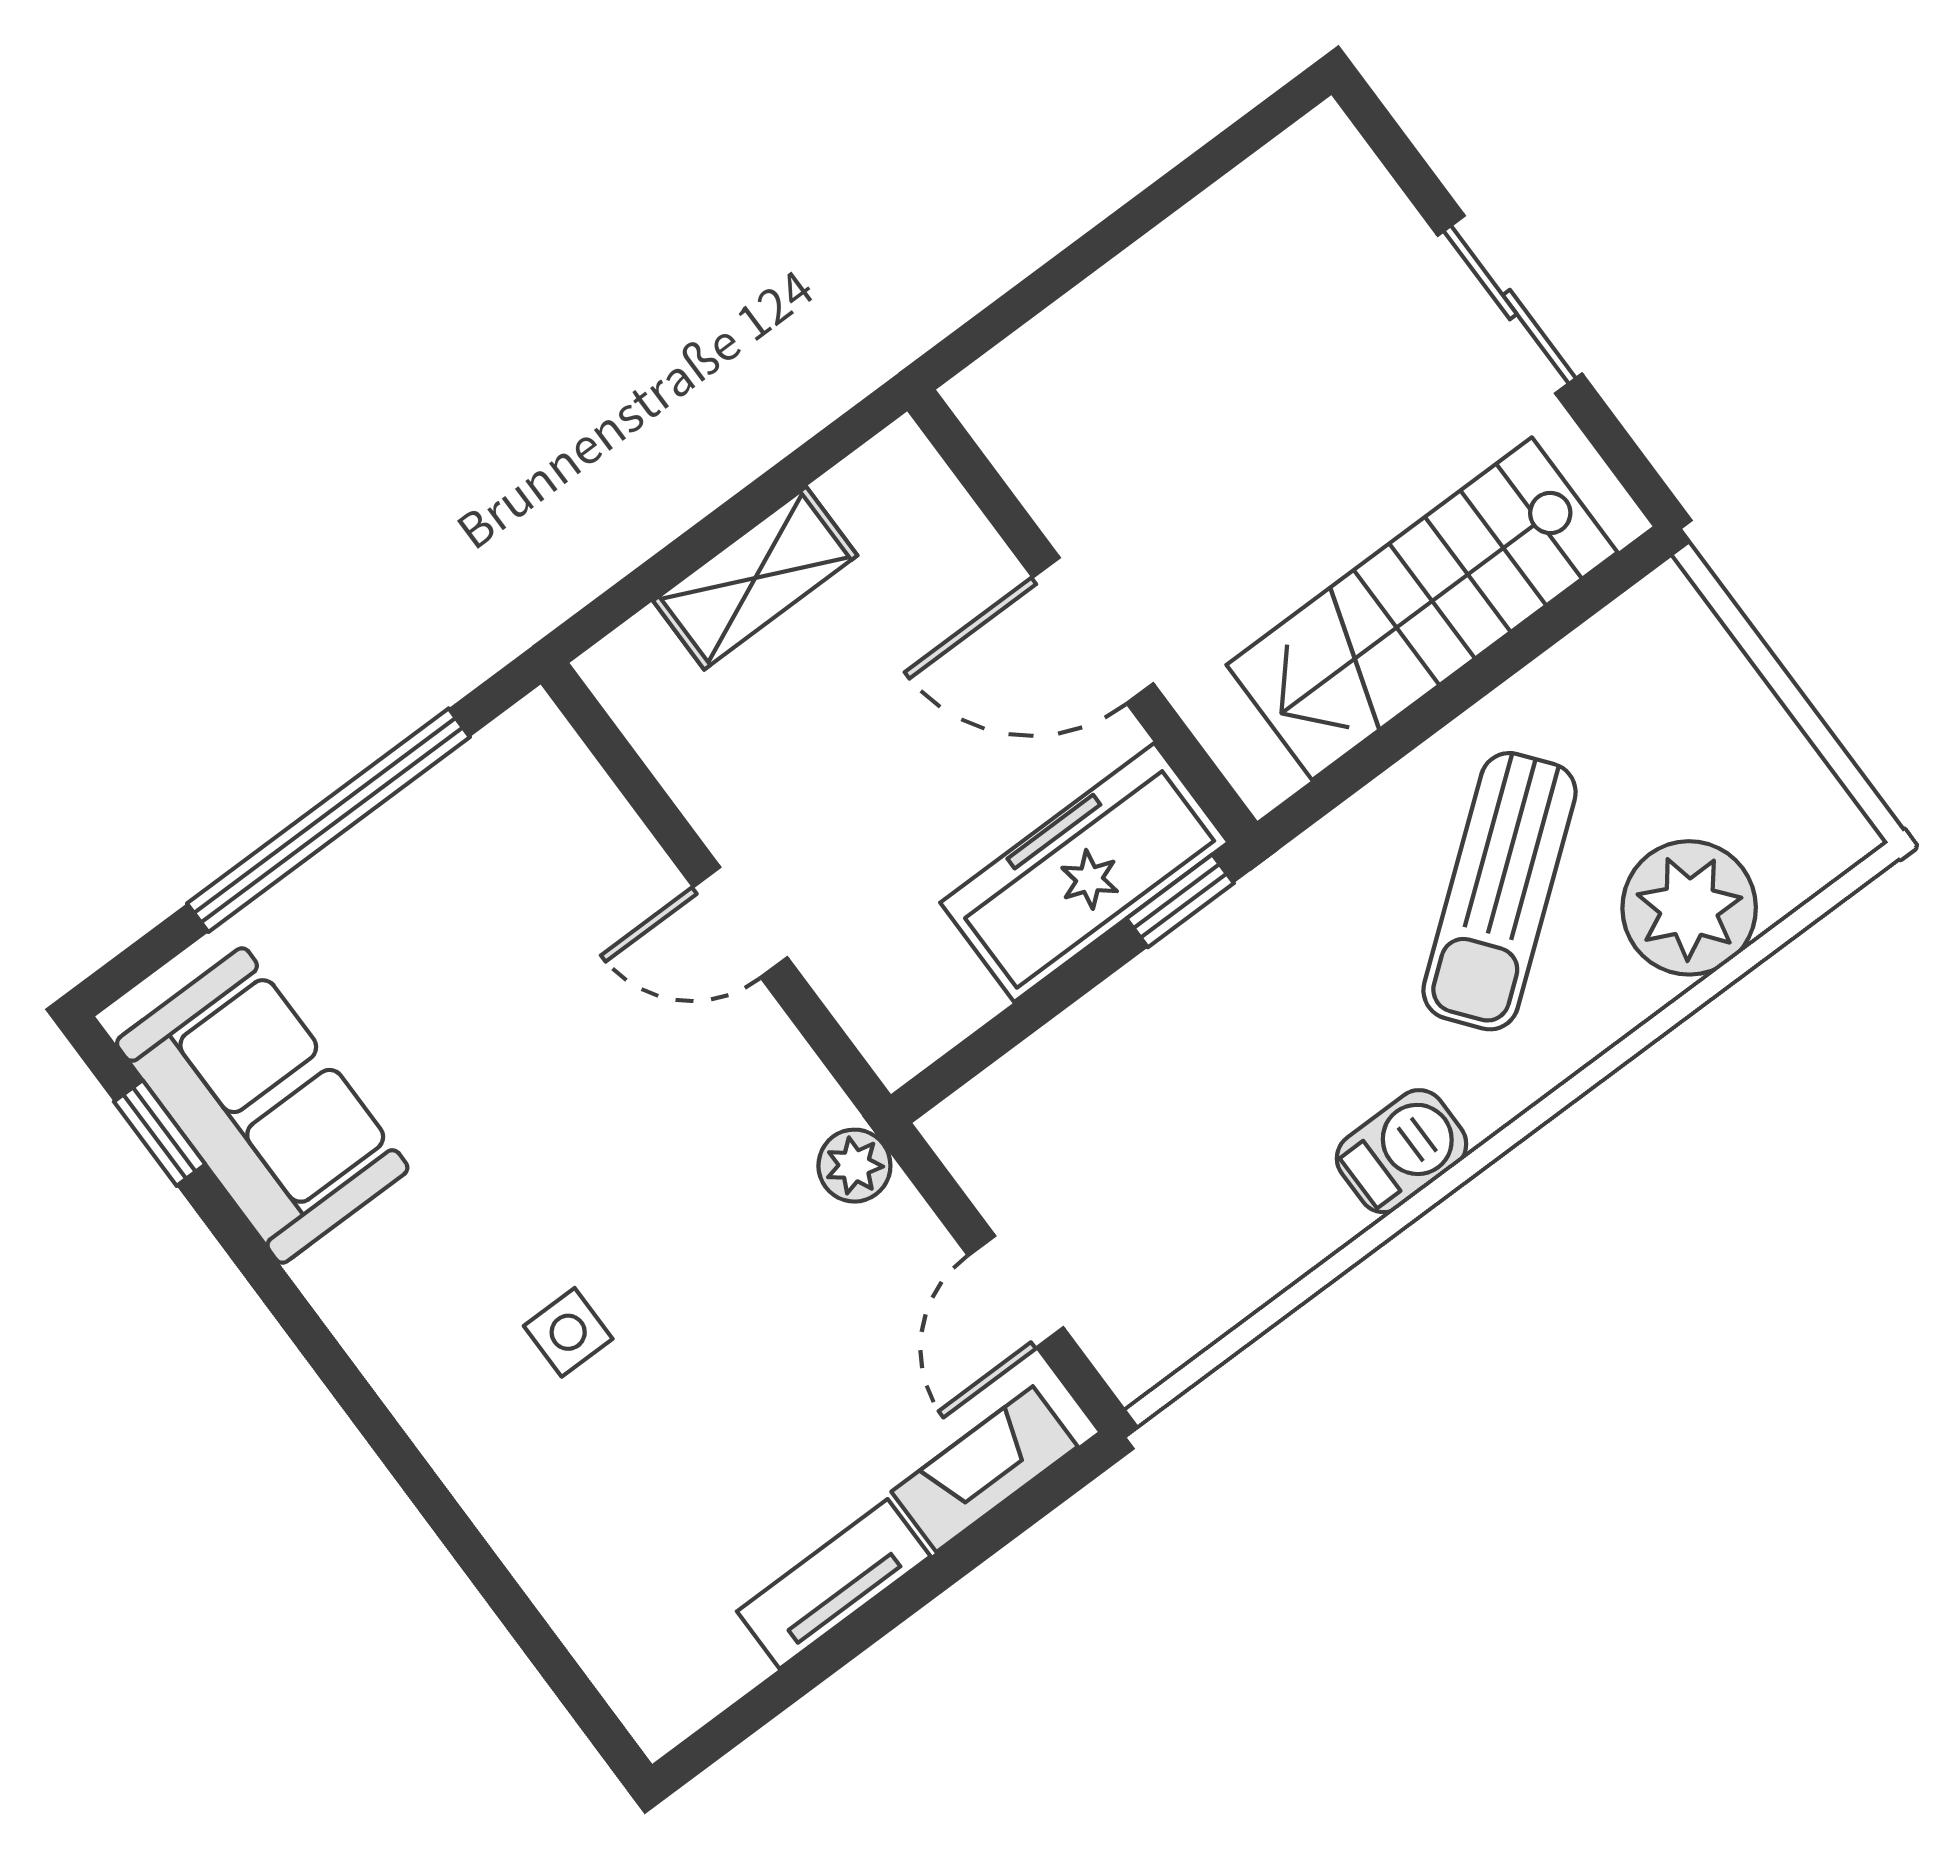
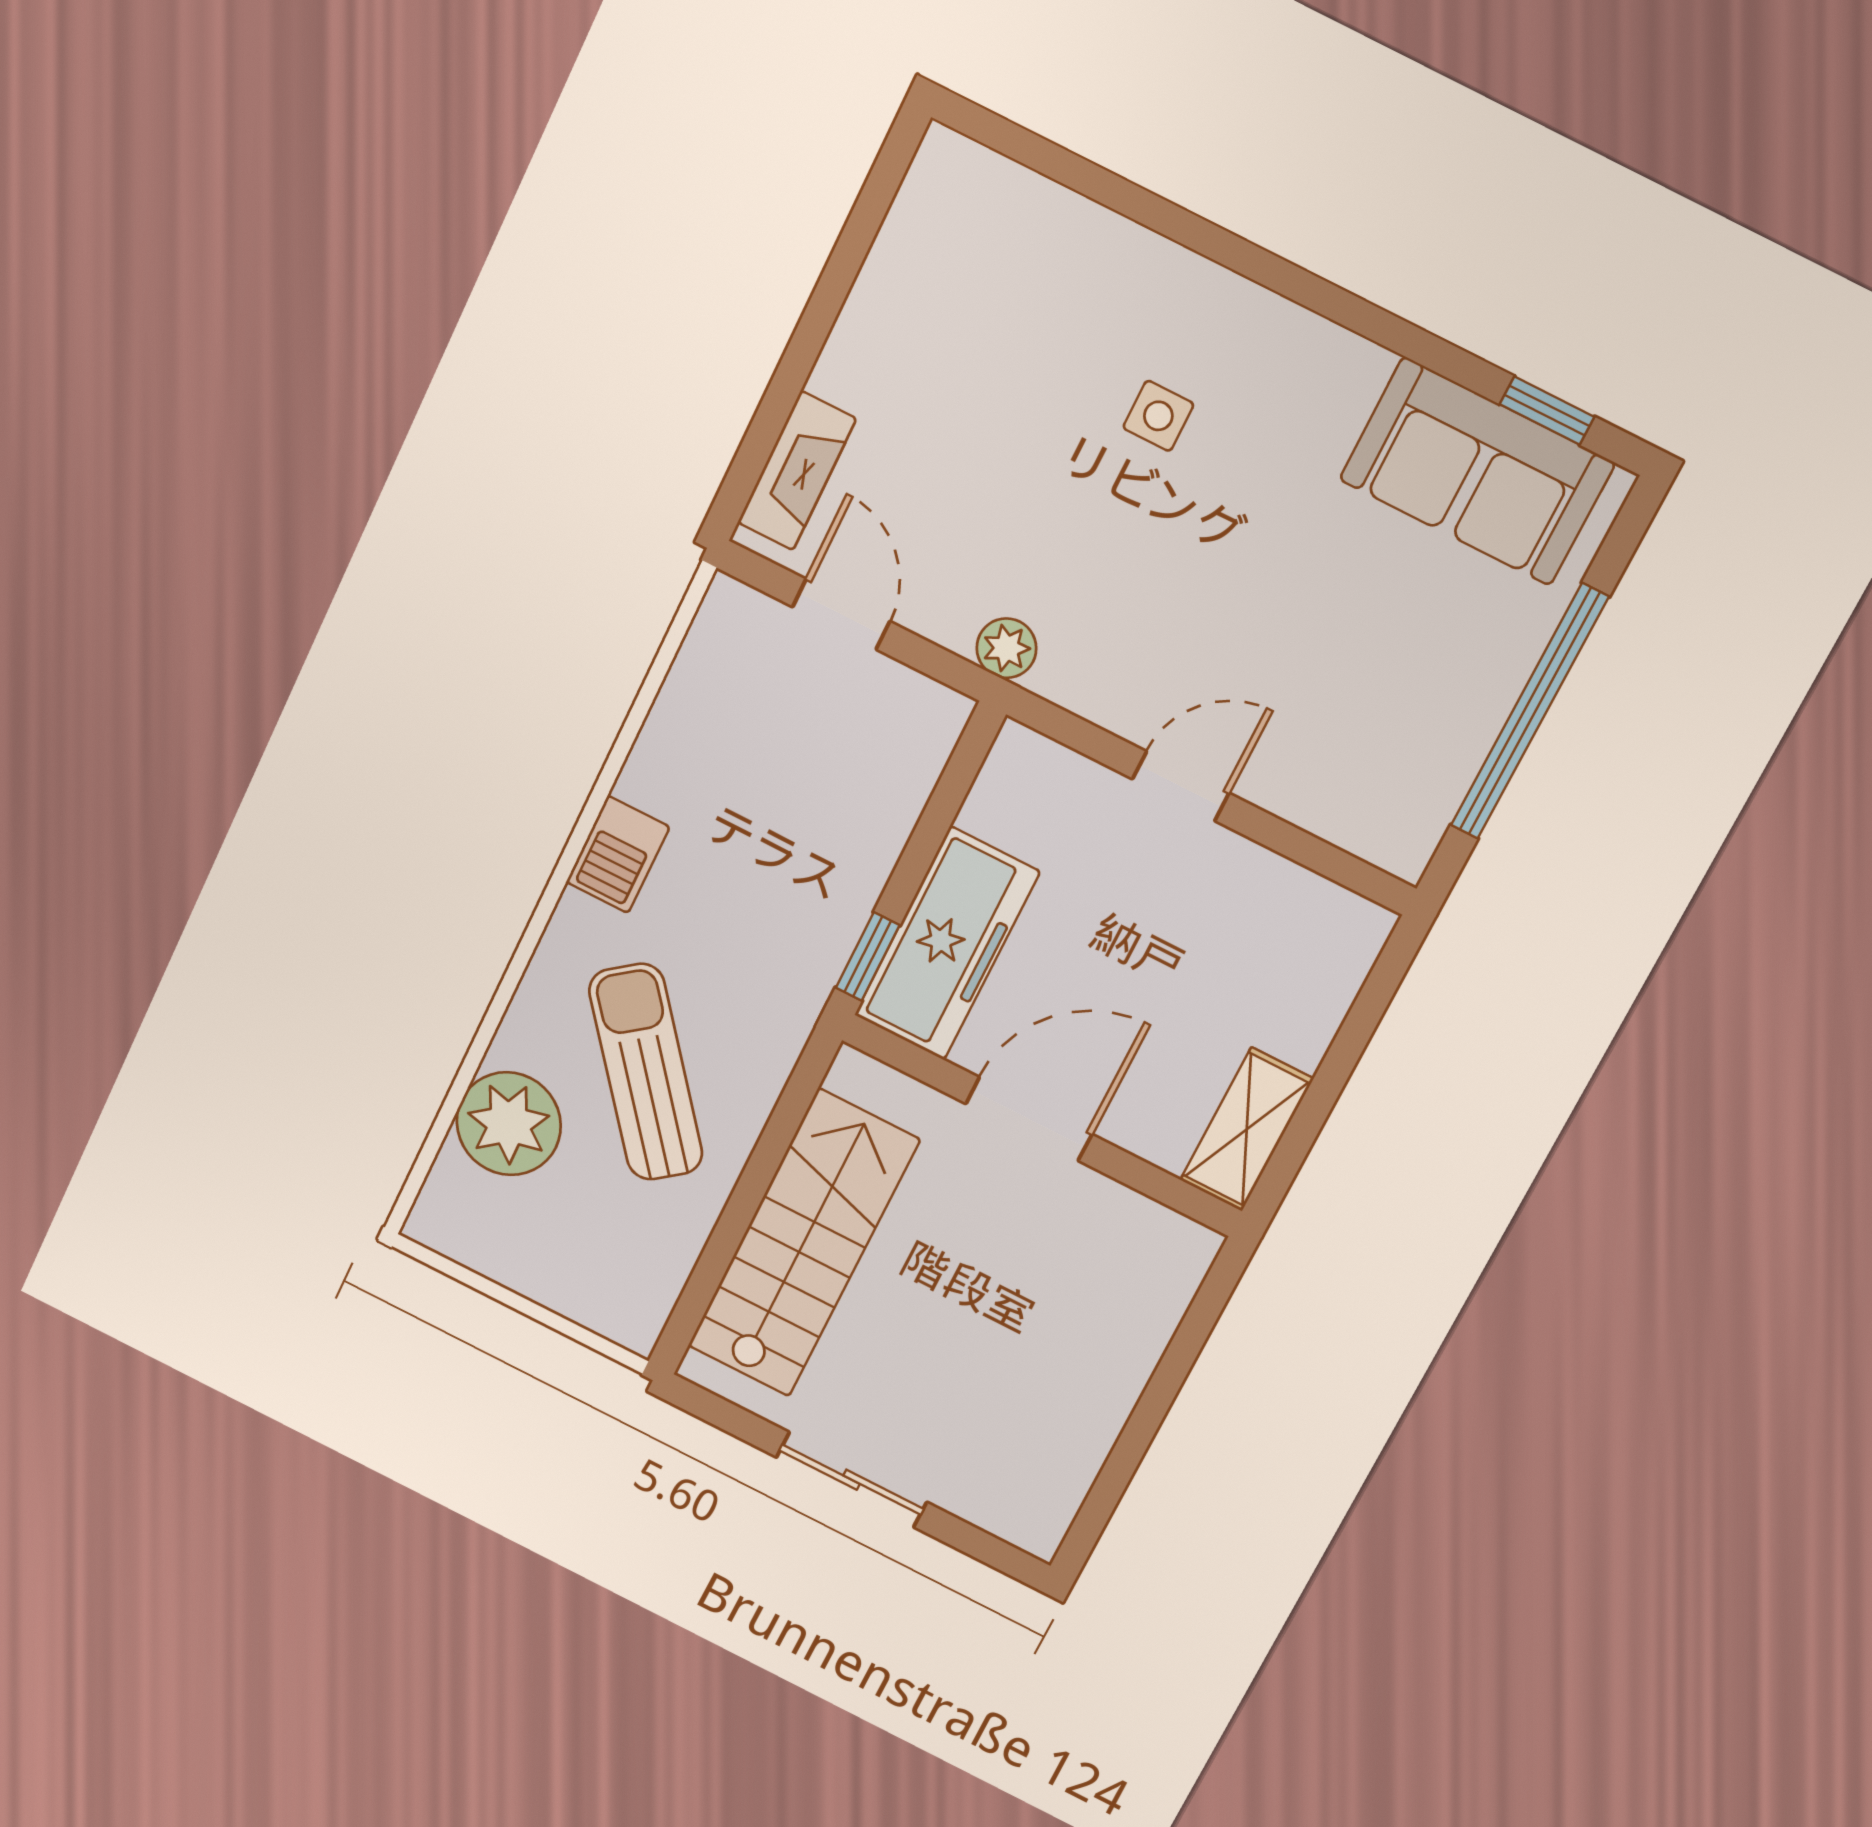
shelving: (755, 578) -> (1247, 1129), moved
tv unit: (834, 1584) -> (864, 327), removed

